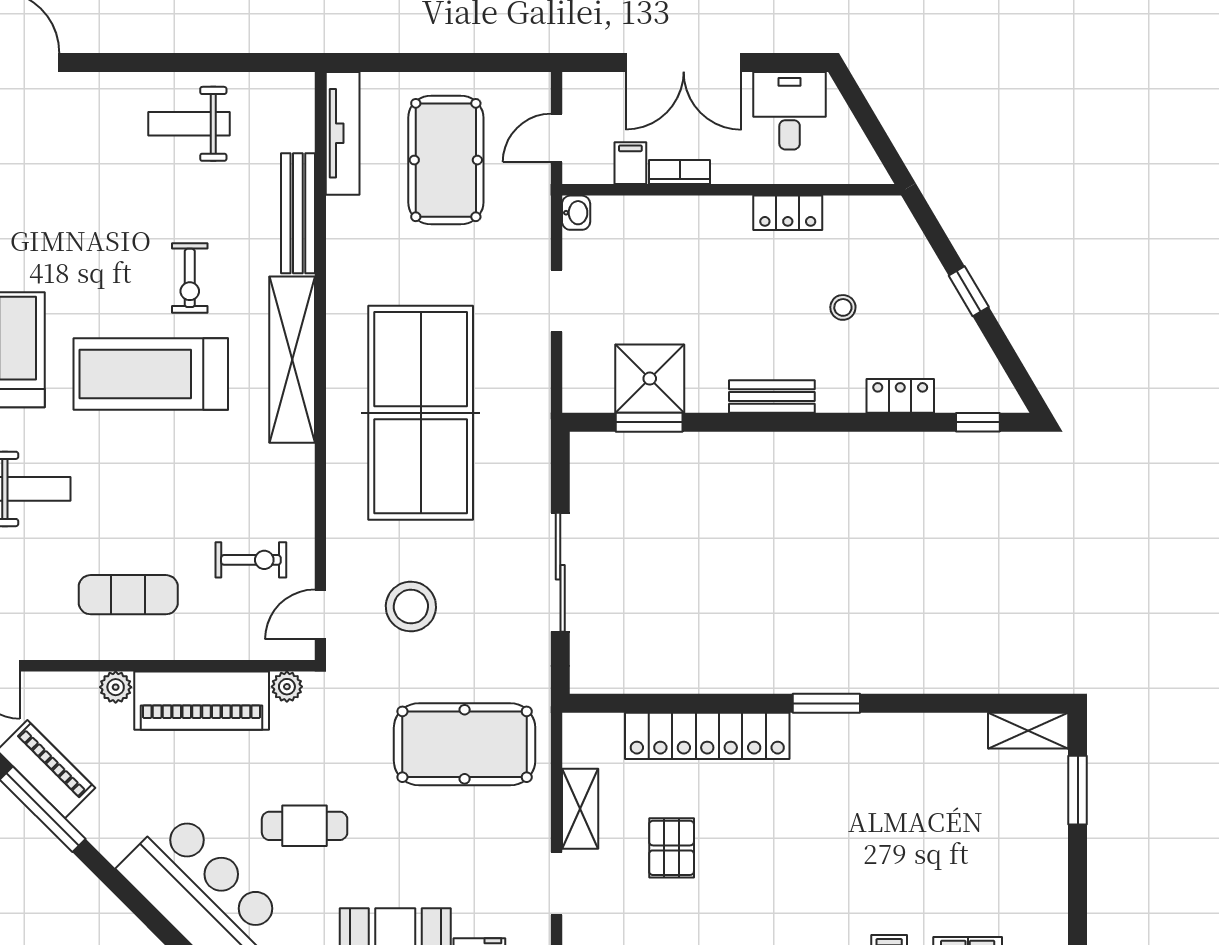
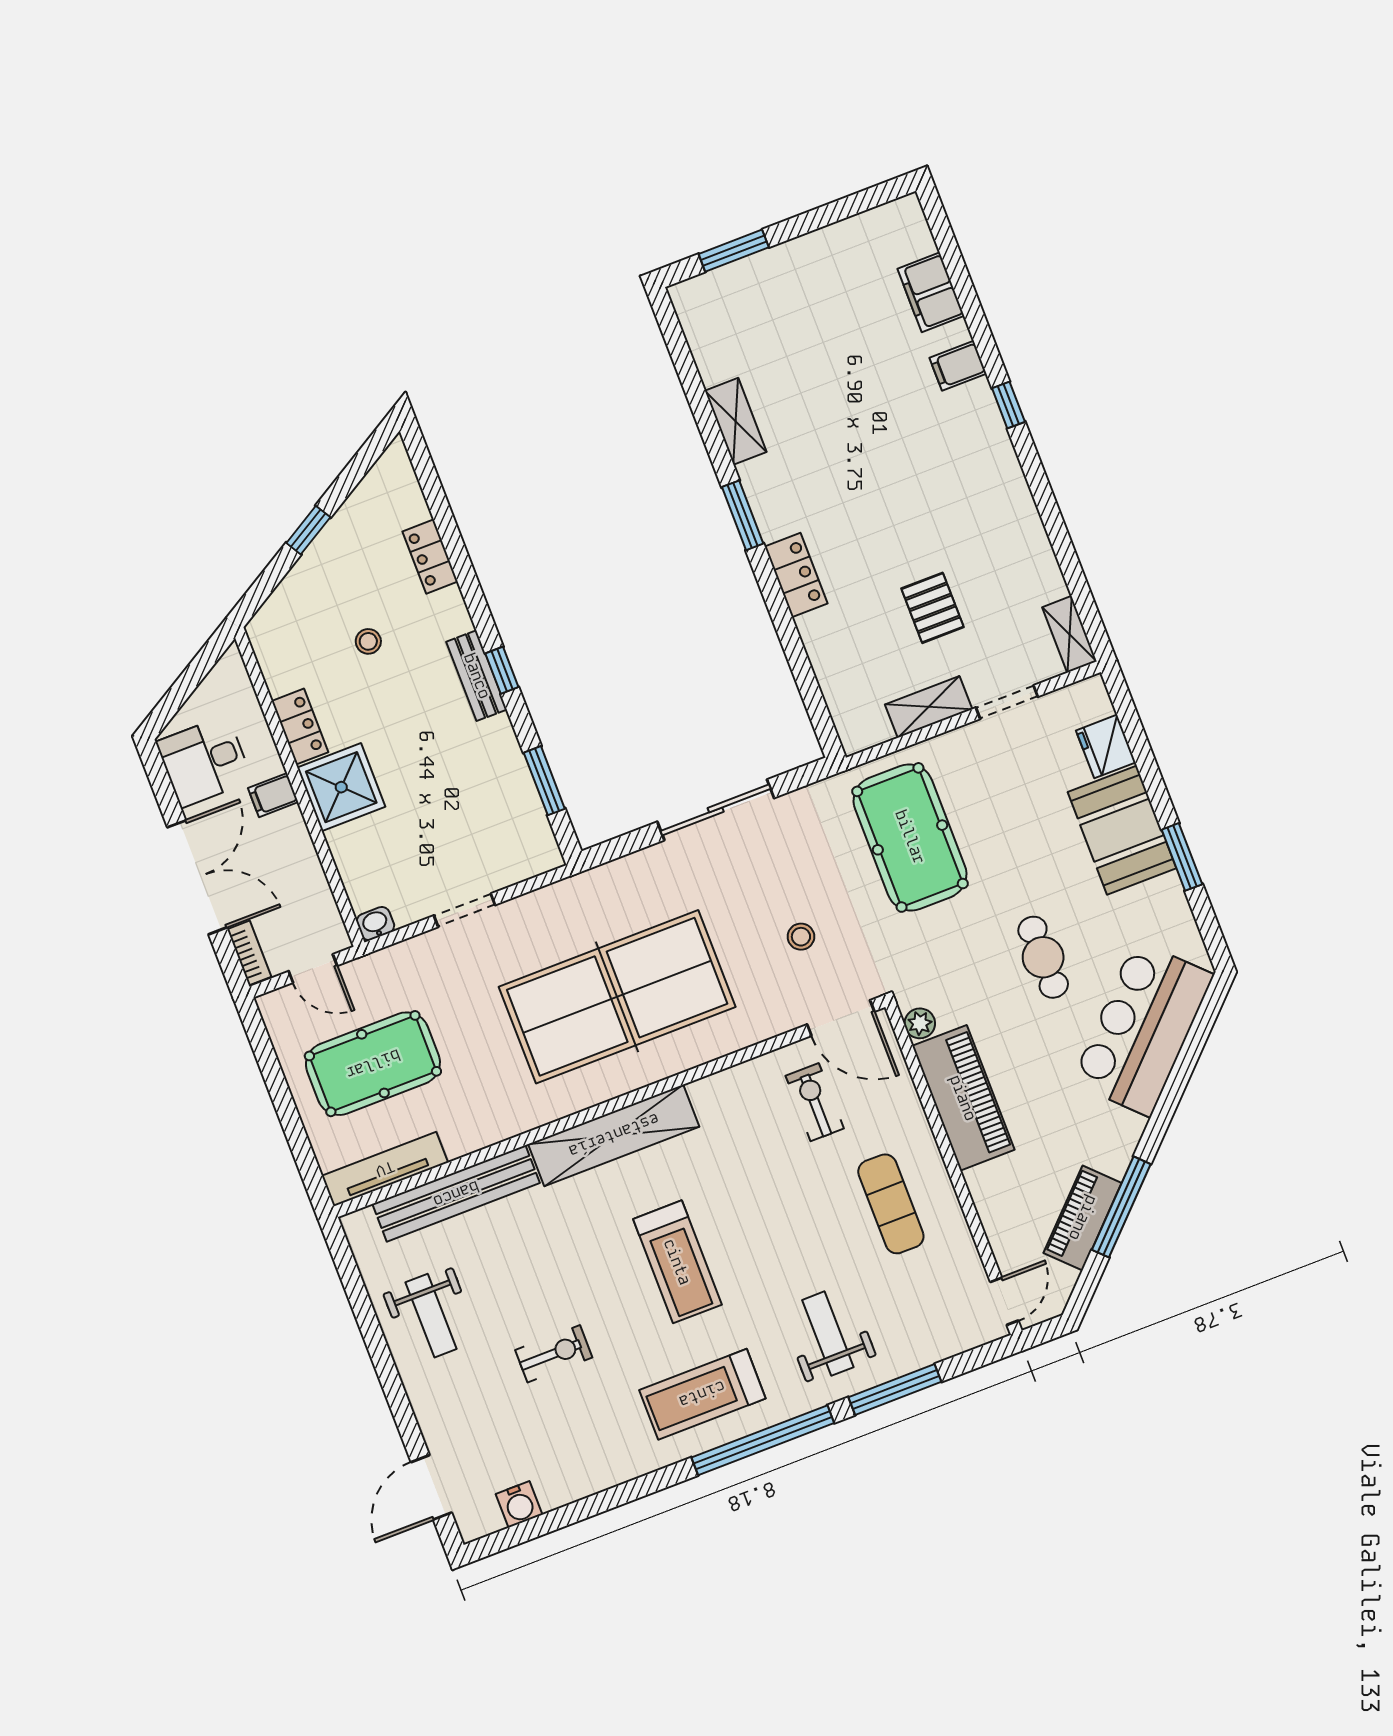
filing cabinet: (630, 163) -> (273, 795), moved
bookcase: (680, 172) -> (249, 953), moved, turned 180
bench: (298, 213) -> (456, 1194), width x1.37, depth x1.21
exercise bike: (190, 278) -> (554, 1354), moved
treadmill: (151, 374) -> (677, 1262), width x0.73, depth x0.73
shower: (650, 379) -> (341, 787), moved
window: (978, 422) -> (502, 670), moved
stool: (411, 607) -> (801, 937), width x0.53, depth x0.53
door: (320, 615) -> (841, 1018), width x1.37
plant: (116, 687) -> (981, 1183), removed
shelving: (1028, 731) -> (736, 421), moved
locker: (707, 736) -> (796, 575), width x0.46, depth x0.83
pallet: (672, 848) -> (932, 608), turned 90

